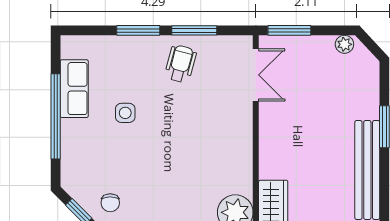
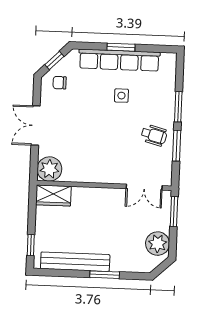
plant: (344, 44) -> (158, 244), width x1.87, depth x1.87
row of seats: (74, 89) -> (119, 60), width x2.02
window: (56, 116) -> (121, 47), width x0.47

